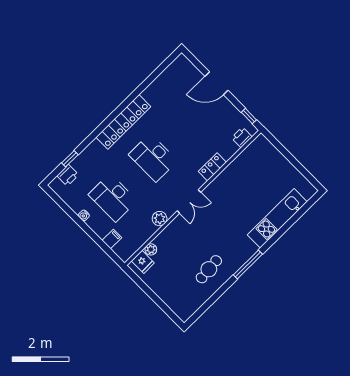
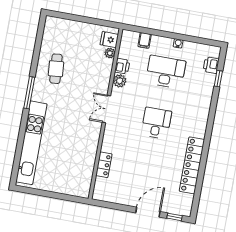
window: (249, 116) -> (174, 217), moved
locker: (123, 122) -> (192, 165), moved
printer: (242, 137) -> (122, 66), moved
desk: (153, 158) -> (156, 123), width x0.73
locker: (212, 167) -> (104, 165), moved
kitchen unit: (277, 218) -> (31, 143), width x1.36

